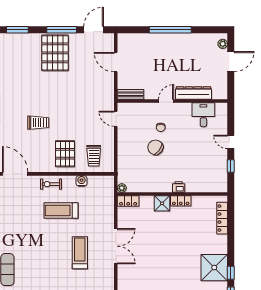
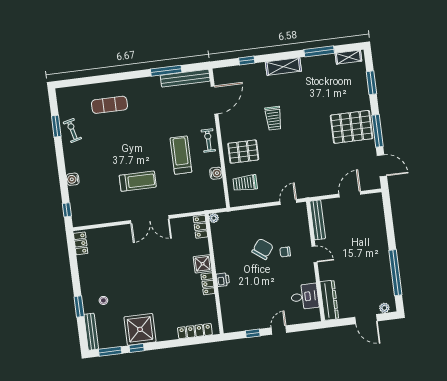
window: (170, 30) -> (395, 273), moved
dresser: (193, 93) -> (329, 300), moved
bench: (131, 94) -> (318, 220), width x1.36

